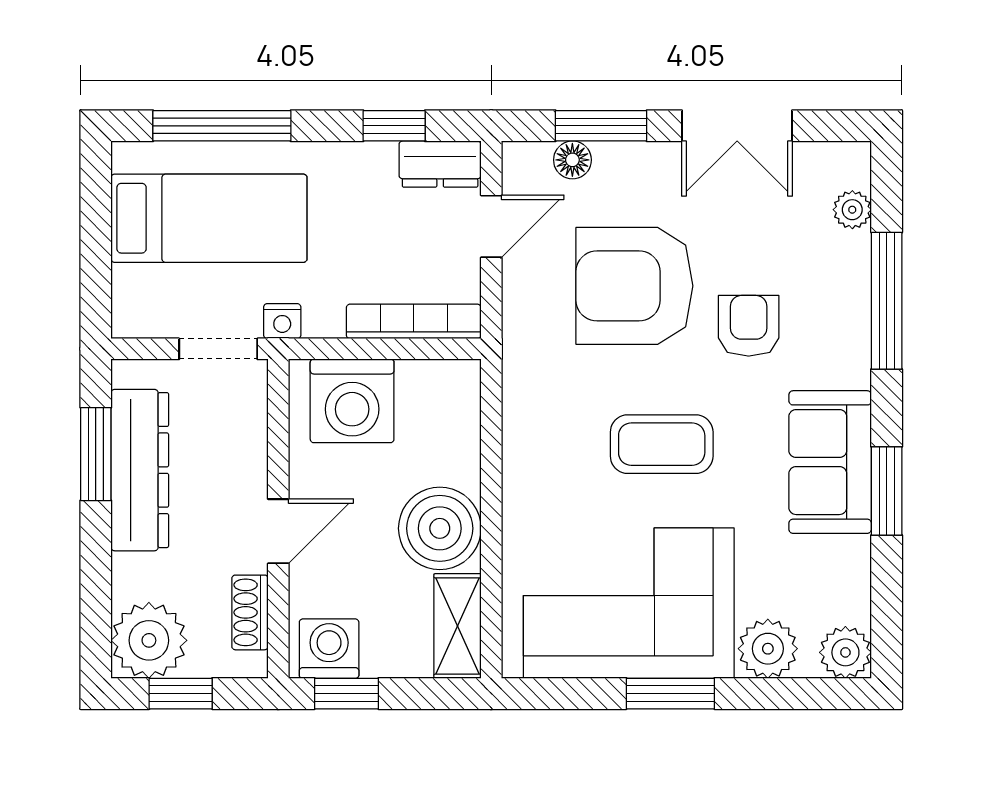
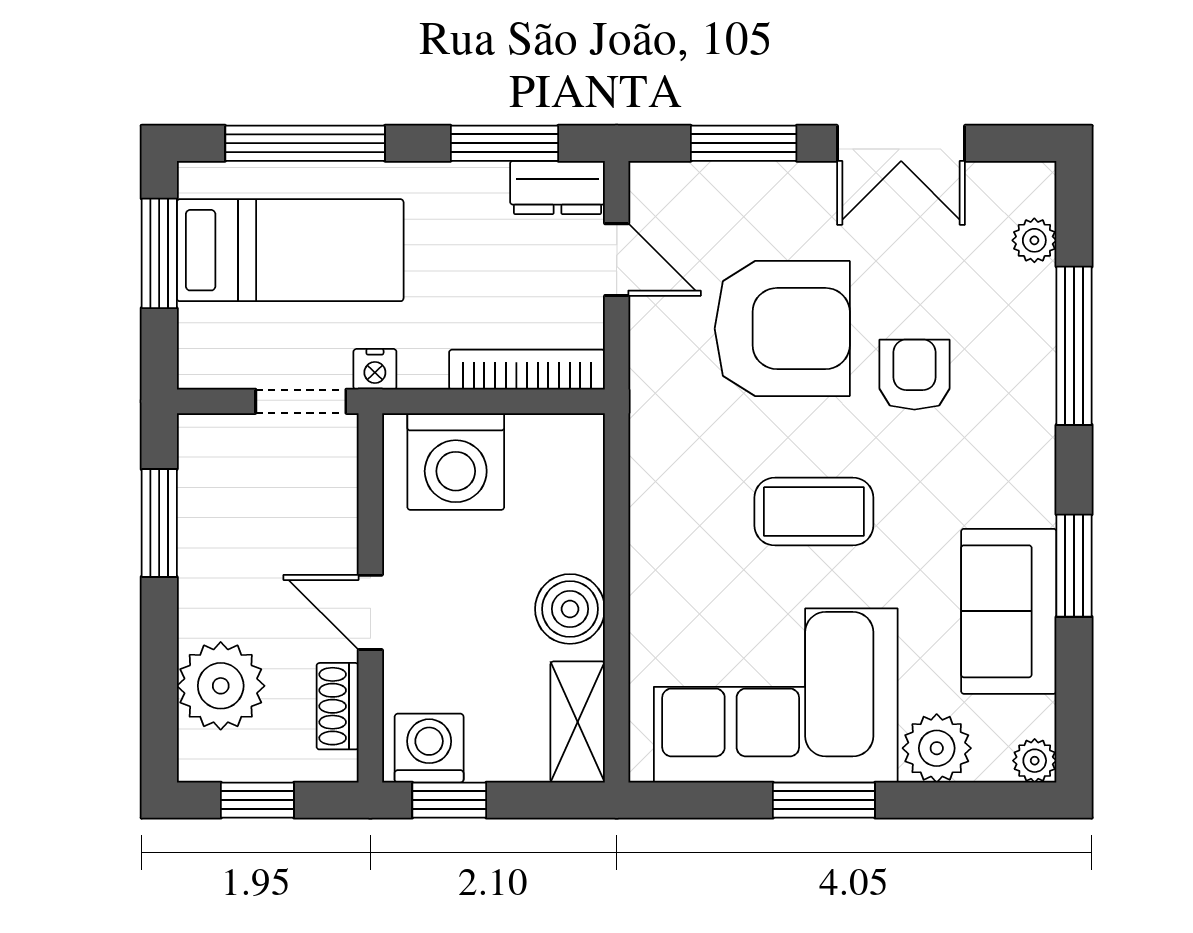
window: (394, 126) -> (504, 143), width x1.50
floor lamp: (572, 160) -> (711, 183), removed
window: (96, 221) -> (159, 253), added
door: (491, 226) -> (617, 260), hinge flipped
armchair: (634, 286) -> (782, 329), turned 180
sofa: (830, 462) -> (1009, 611), moved
dresser: (140, 470) -> (210, 542), removed
boiler: (440, 528) -> (570, 609), width x0.73, depth x0.73
door: (278, 531) -> (370, 612), swing flipped
plant: (149, 640) -> (221, 686), moved
plant: (845, 652) -> (1035, 761), width x0.73, depth x0.73

